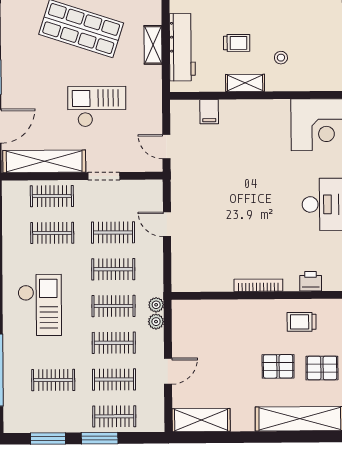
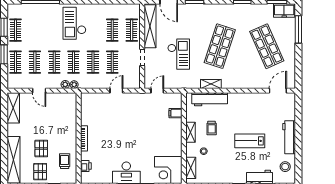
shelving: (313, 82) -> (191, 168), added
checkout: (40, 305) -> (74, 23), turned 90
clothes rail: (53, 380) -> (16, 30), moved

